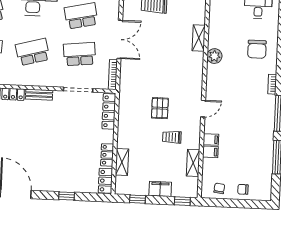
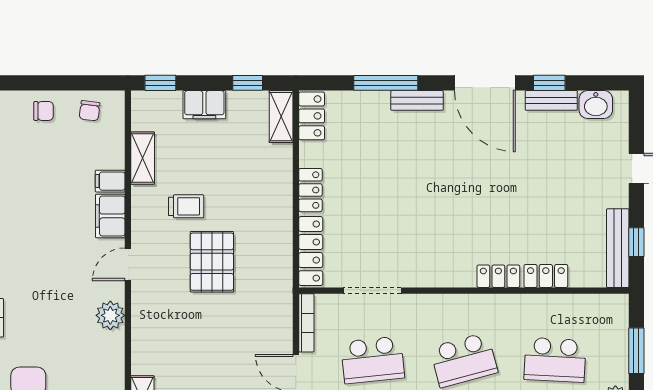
plant: (214, 56) -> (110, 315), moved
bench: (39, 95) -> (417, 100), moved
pallet: (160, 108) -> (212, 262), width x1.50, depth x1.42
filing cabinet: (211, 140) -> (110, 216), width x2.00
locker: (107, 155) -> (310, 190), moved
shelving: (122, 162) -> (281, 117), moved
window: (67, 196) -> (386, 83), width x2.17

